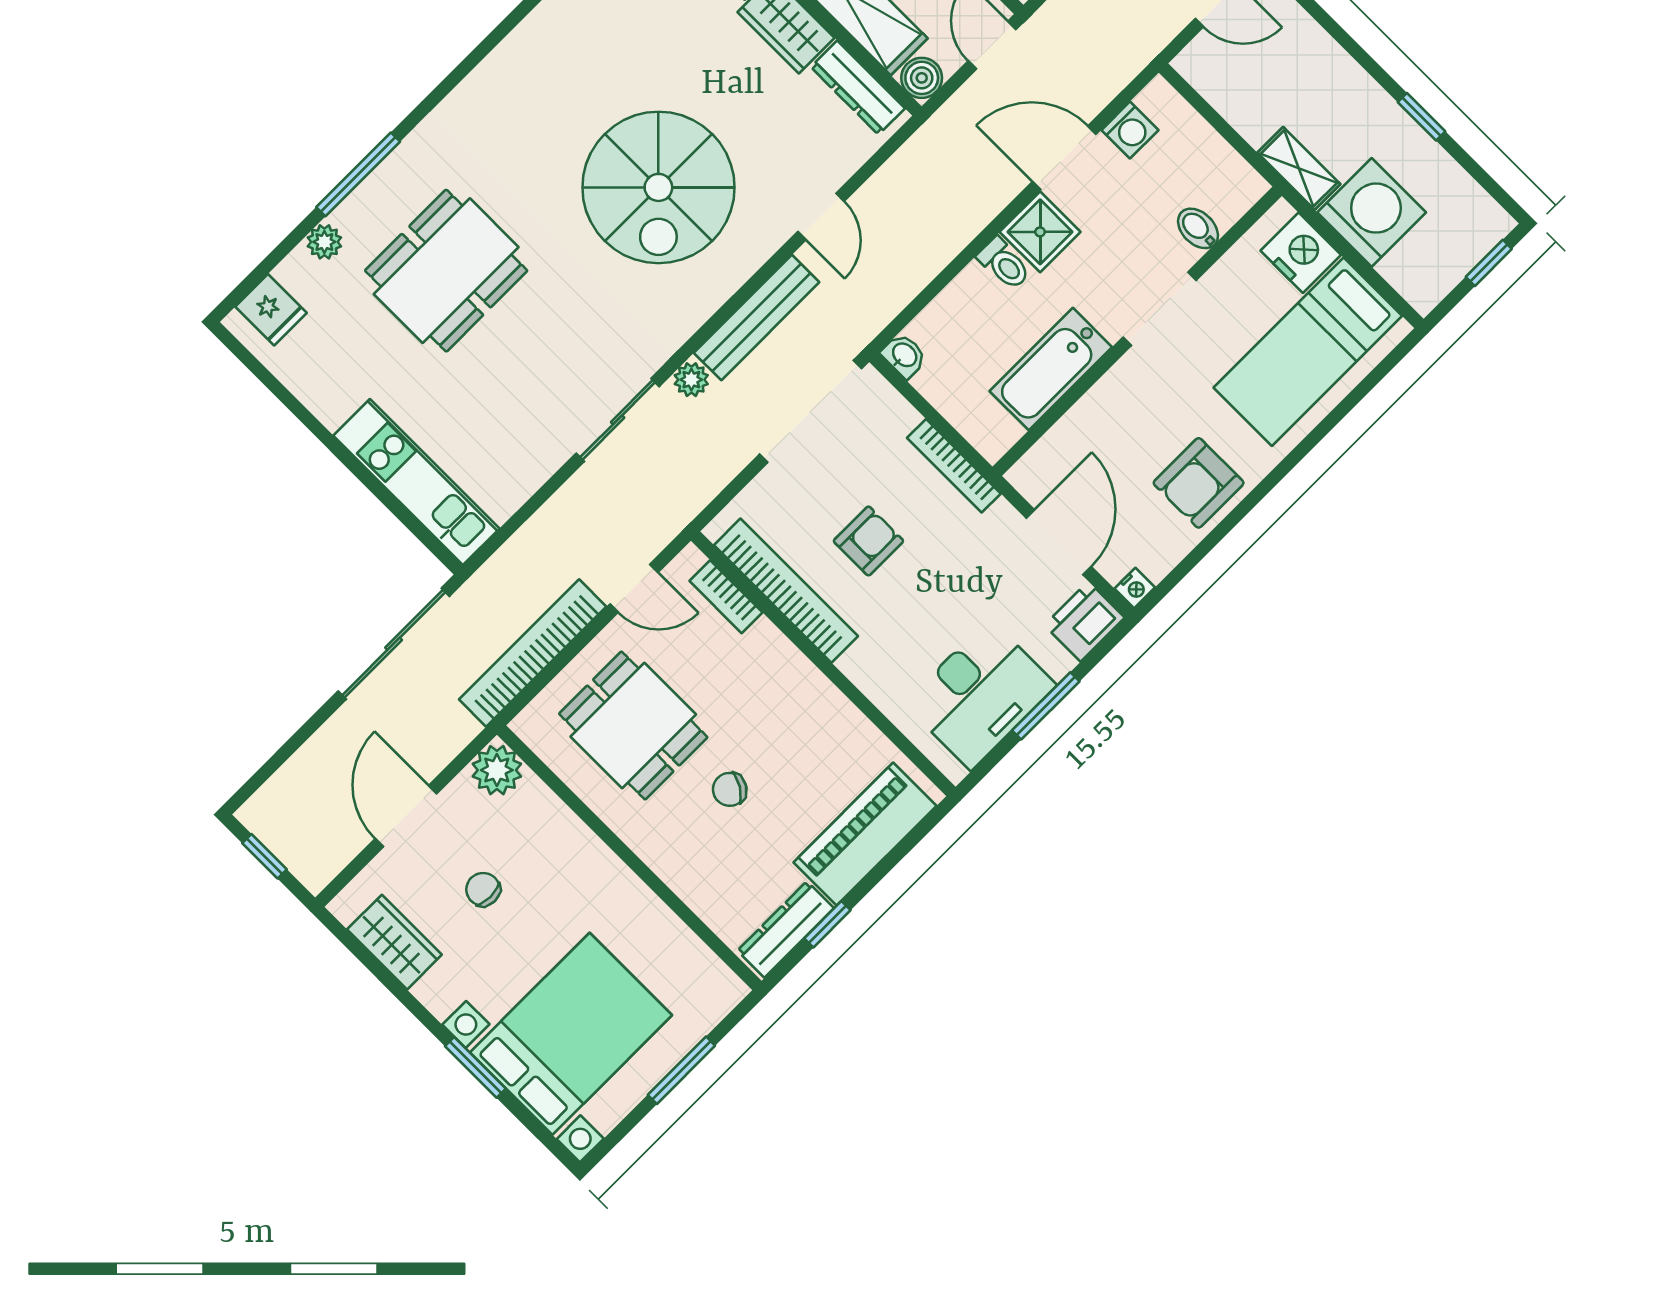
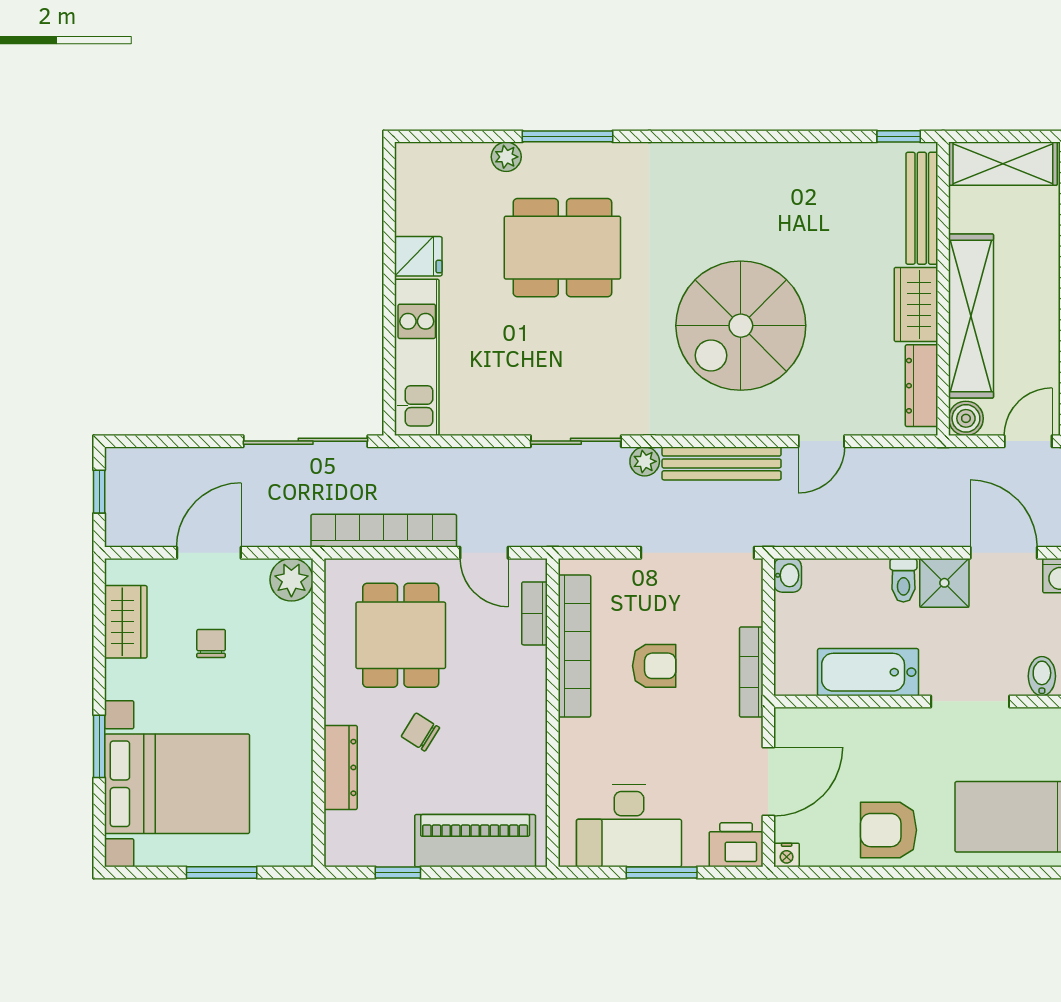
fridge: (271, 310) -> (418, 256), moved, turned -90
dresser: (786, 929) -> (341, 767), moved, turned 90

